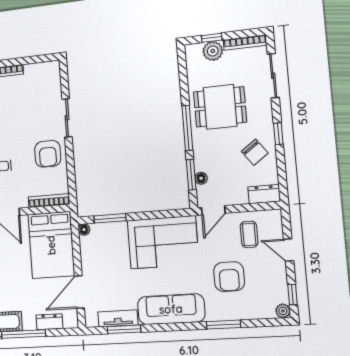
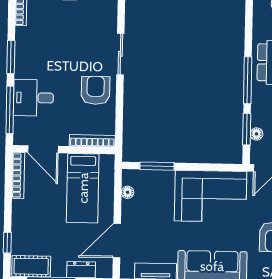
armchair: (48, 154) -> (96, 90), turned 180
floor lamp: (84, 230) -> (128, 192), moved
bed: (51, 245) -> (83, 188), width x0.67

